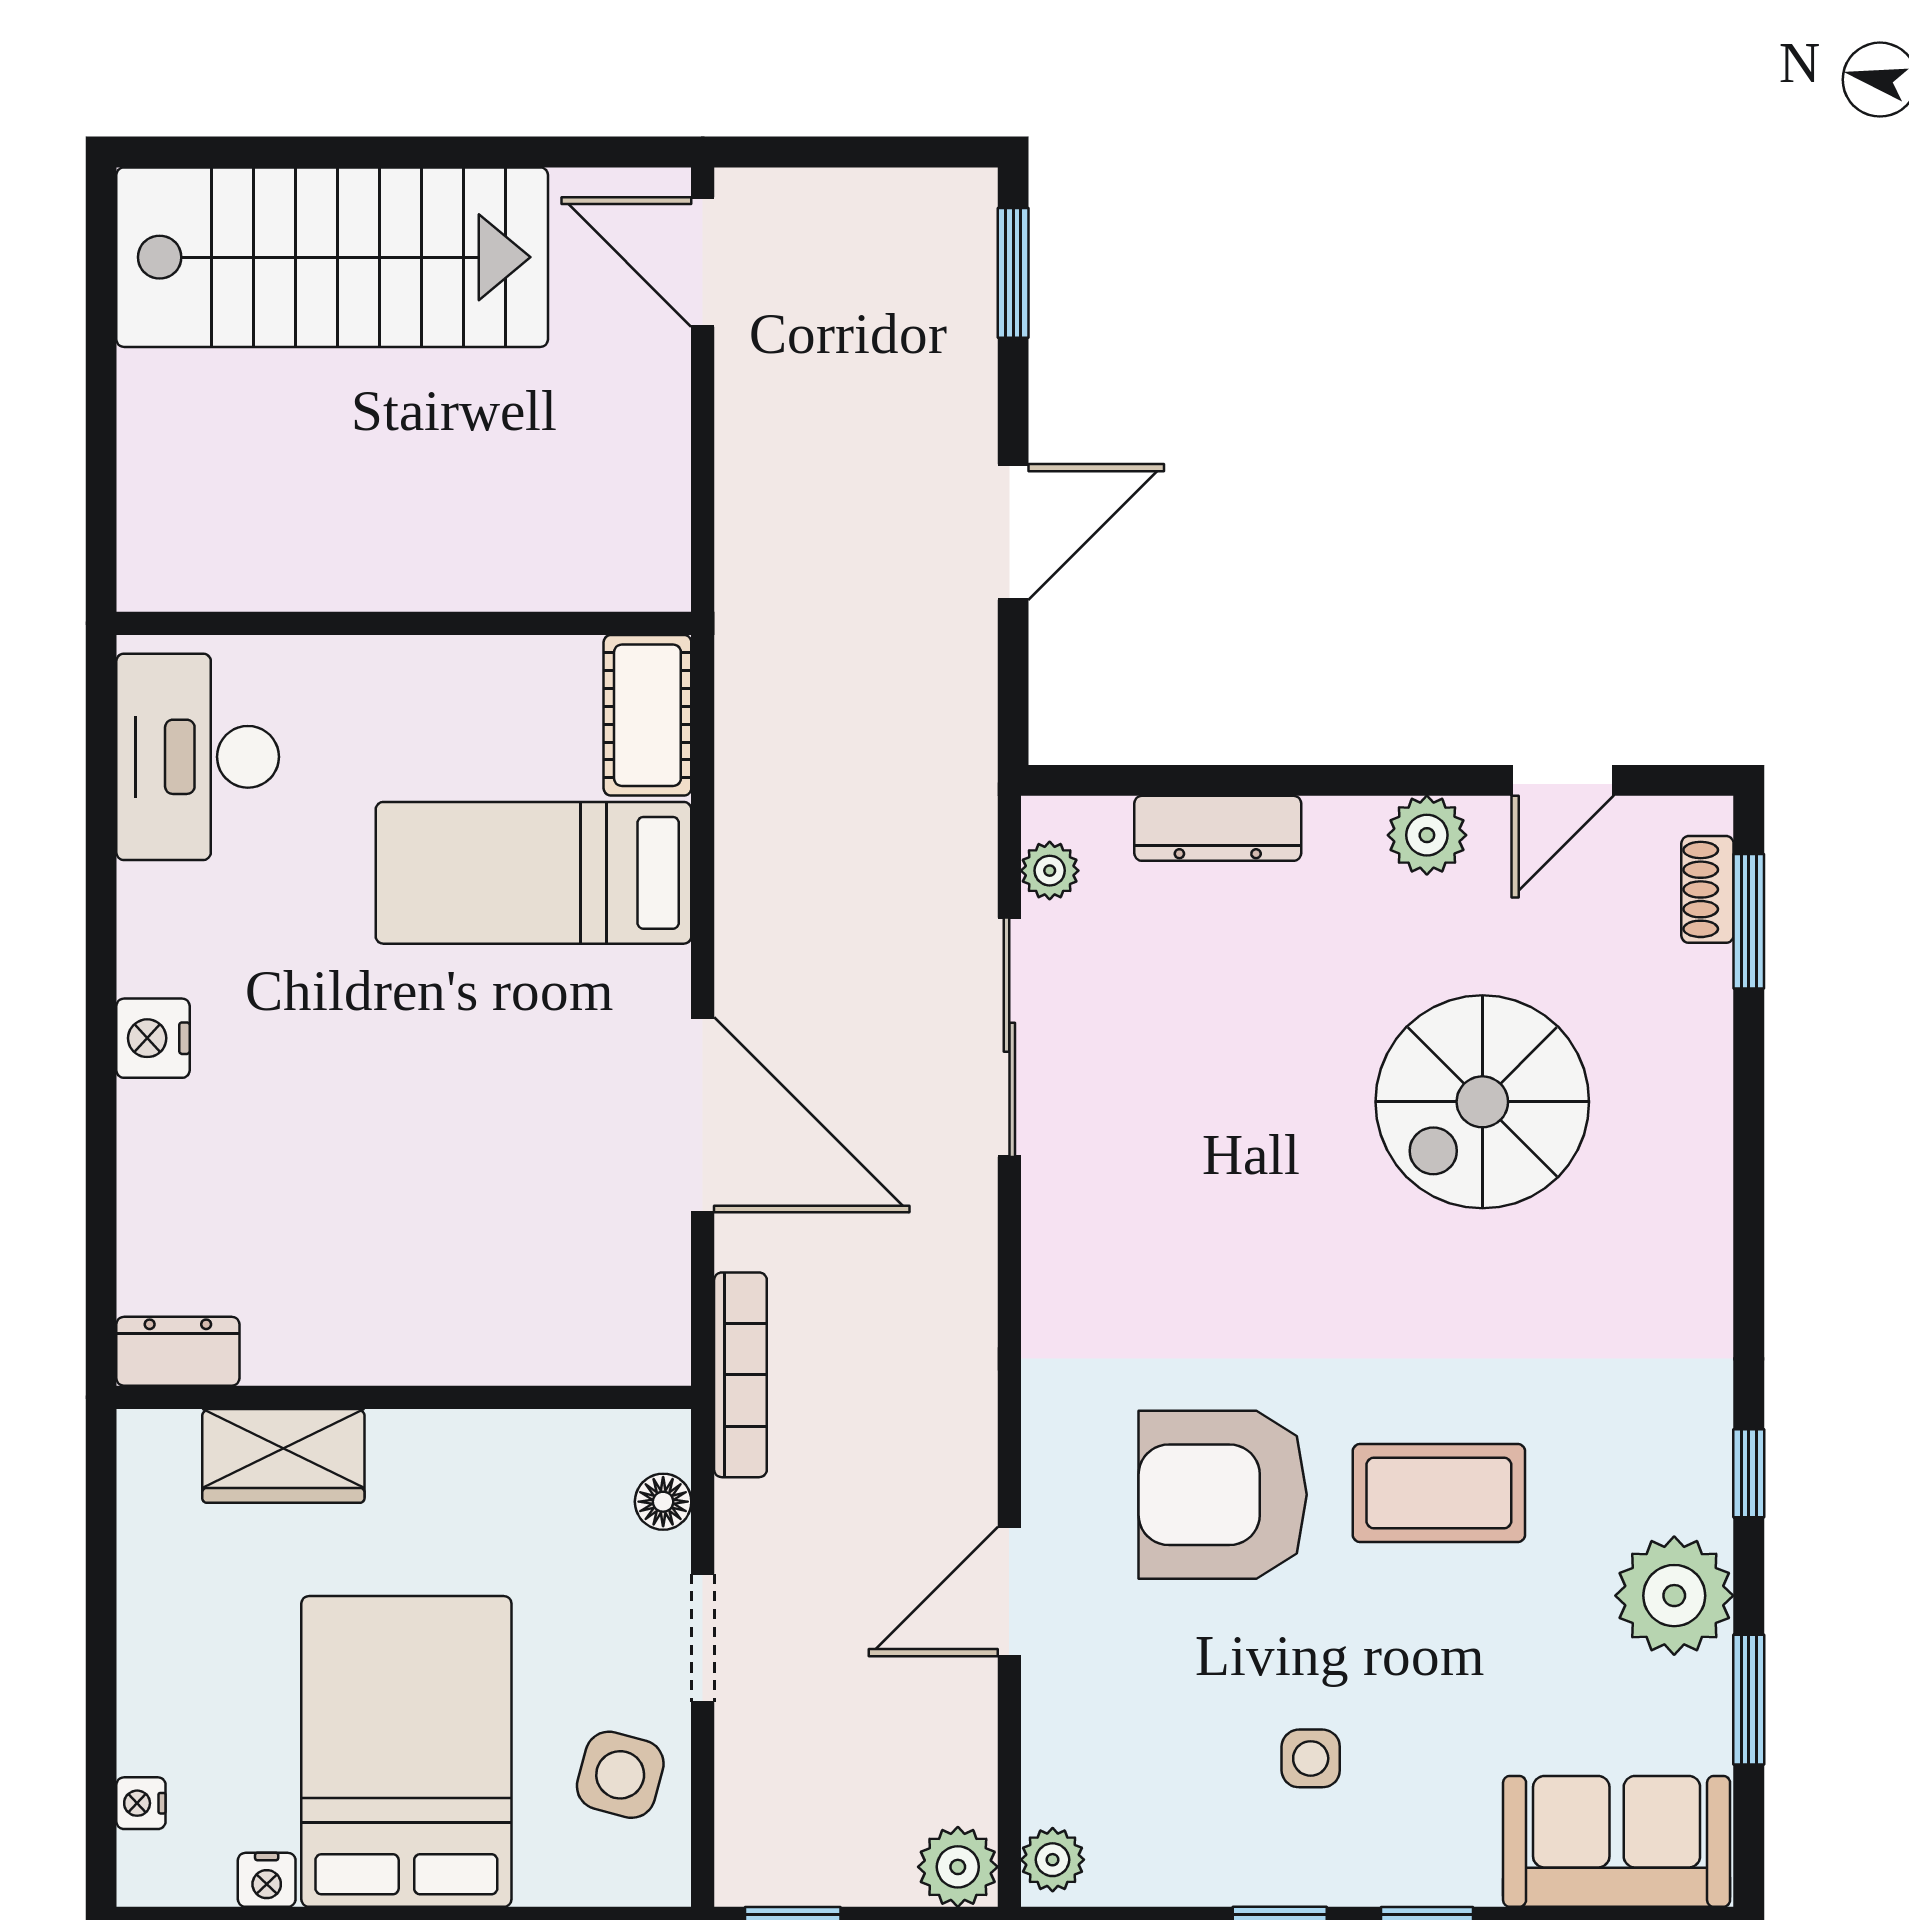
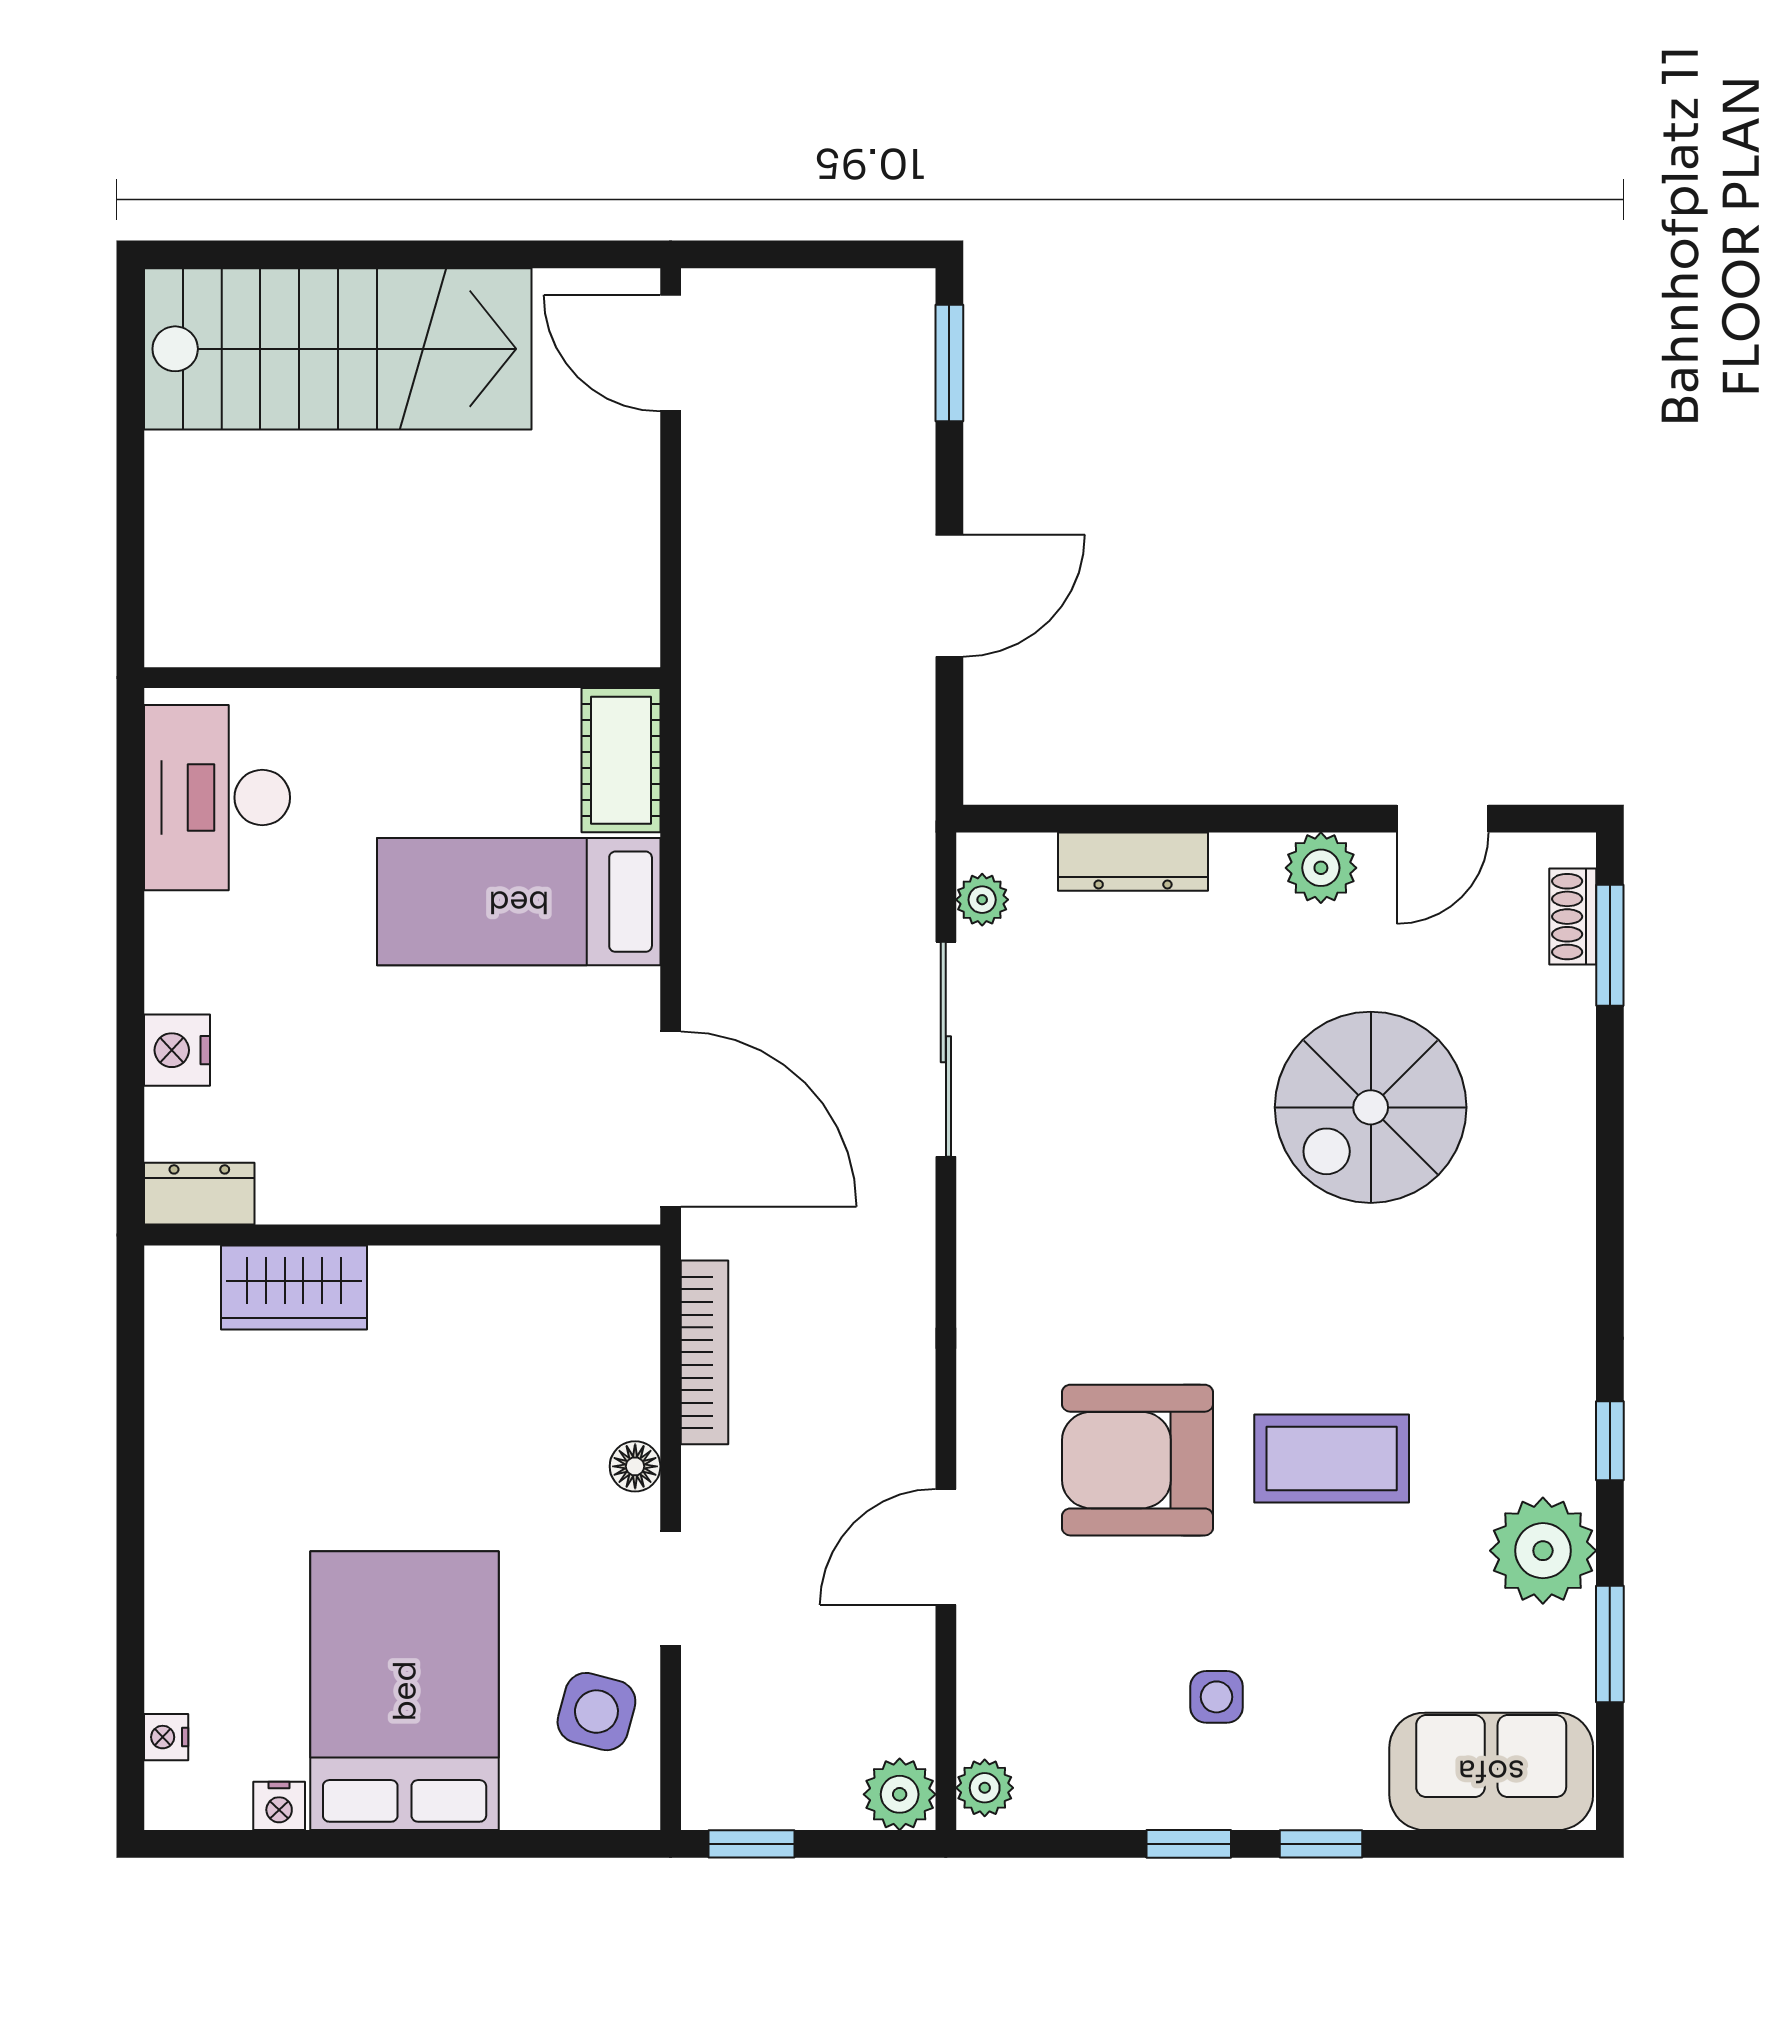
dresser: (178, 1351) -> (199, 1194), moved
wall: (404, 1397) -> (402, 1235), moved
wardrobe: (283, 1456) -> (294, 1288), moved

